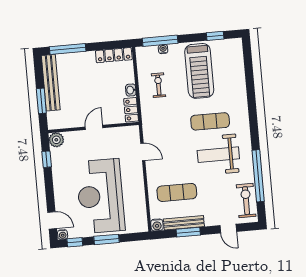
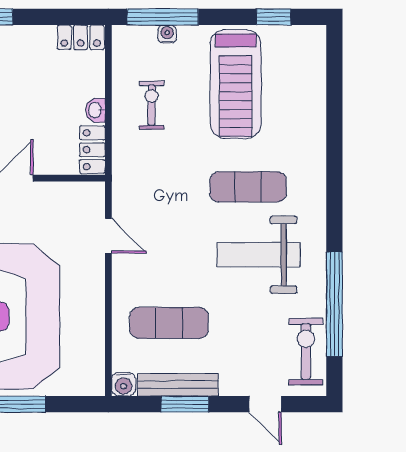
locker: (114, 55) -> (81, 37), width x0.66

